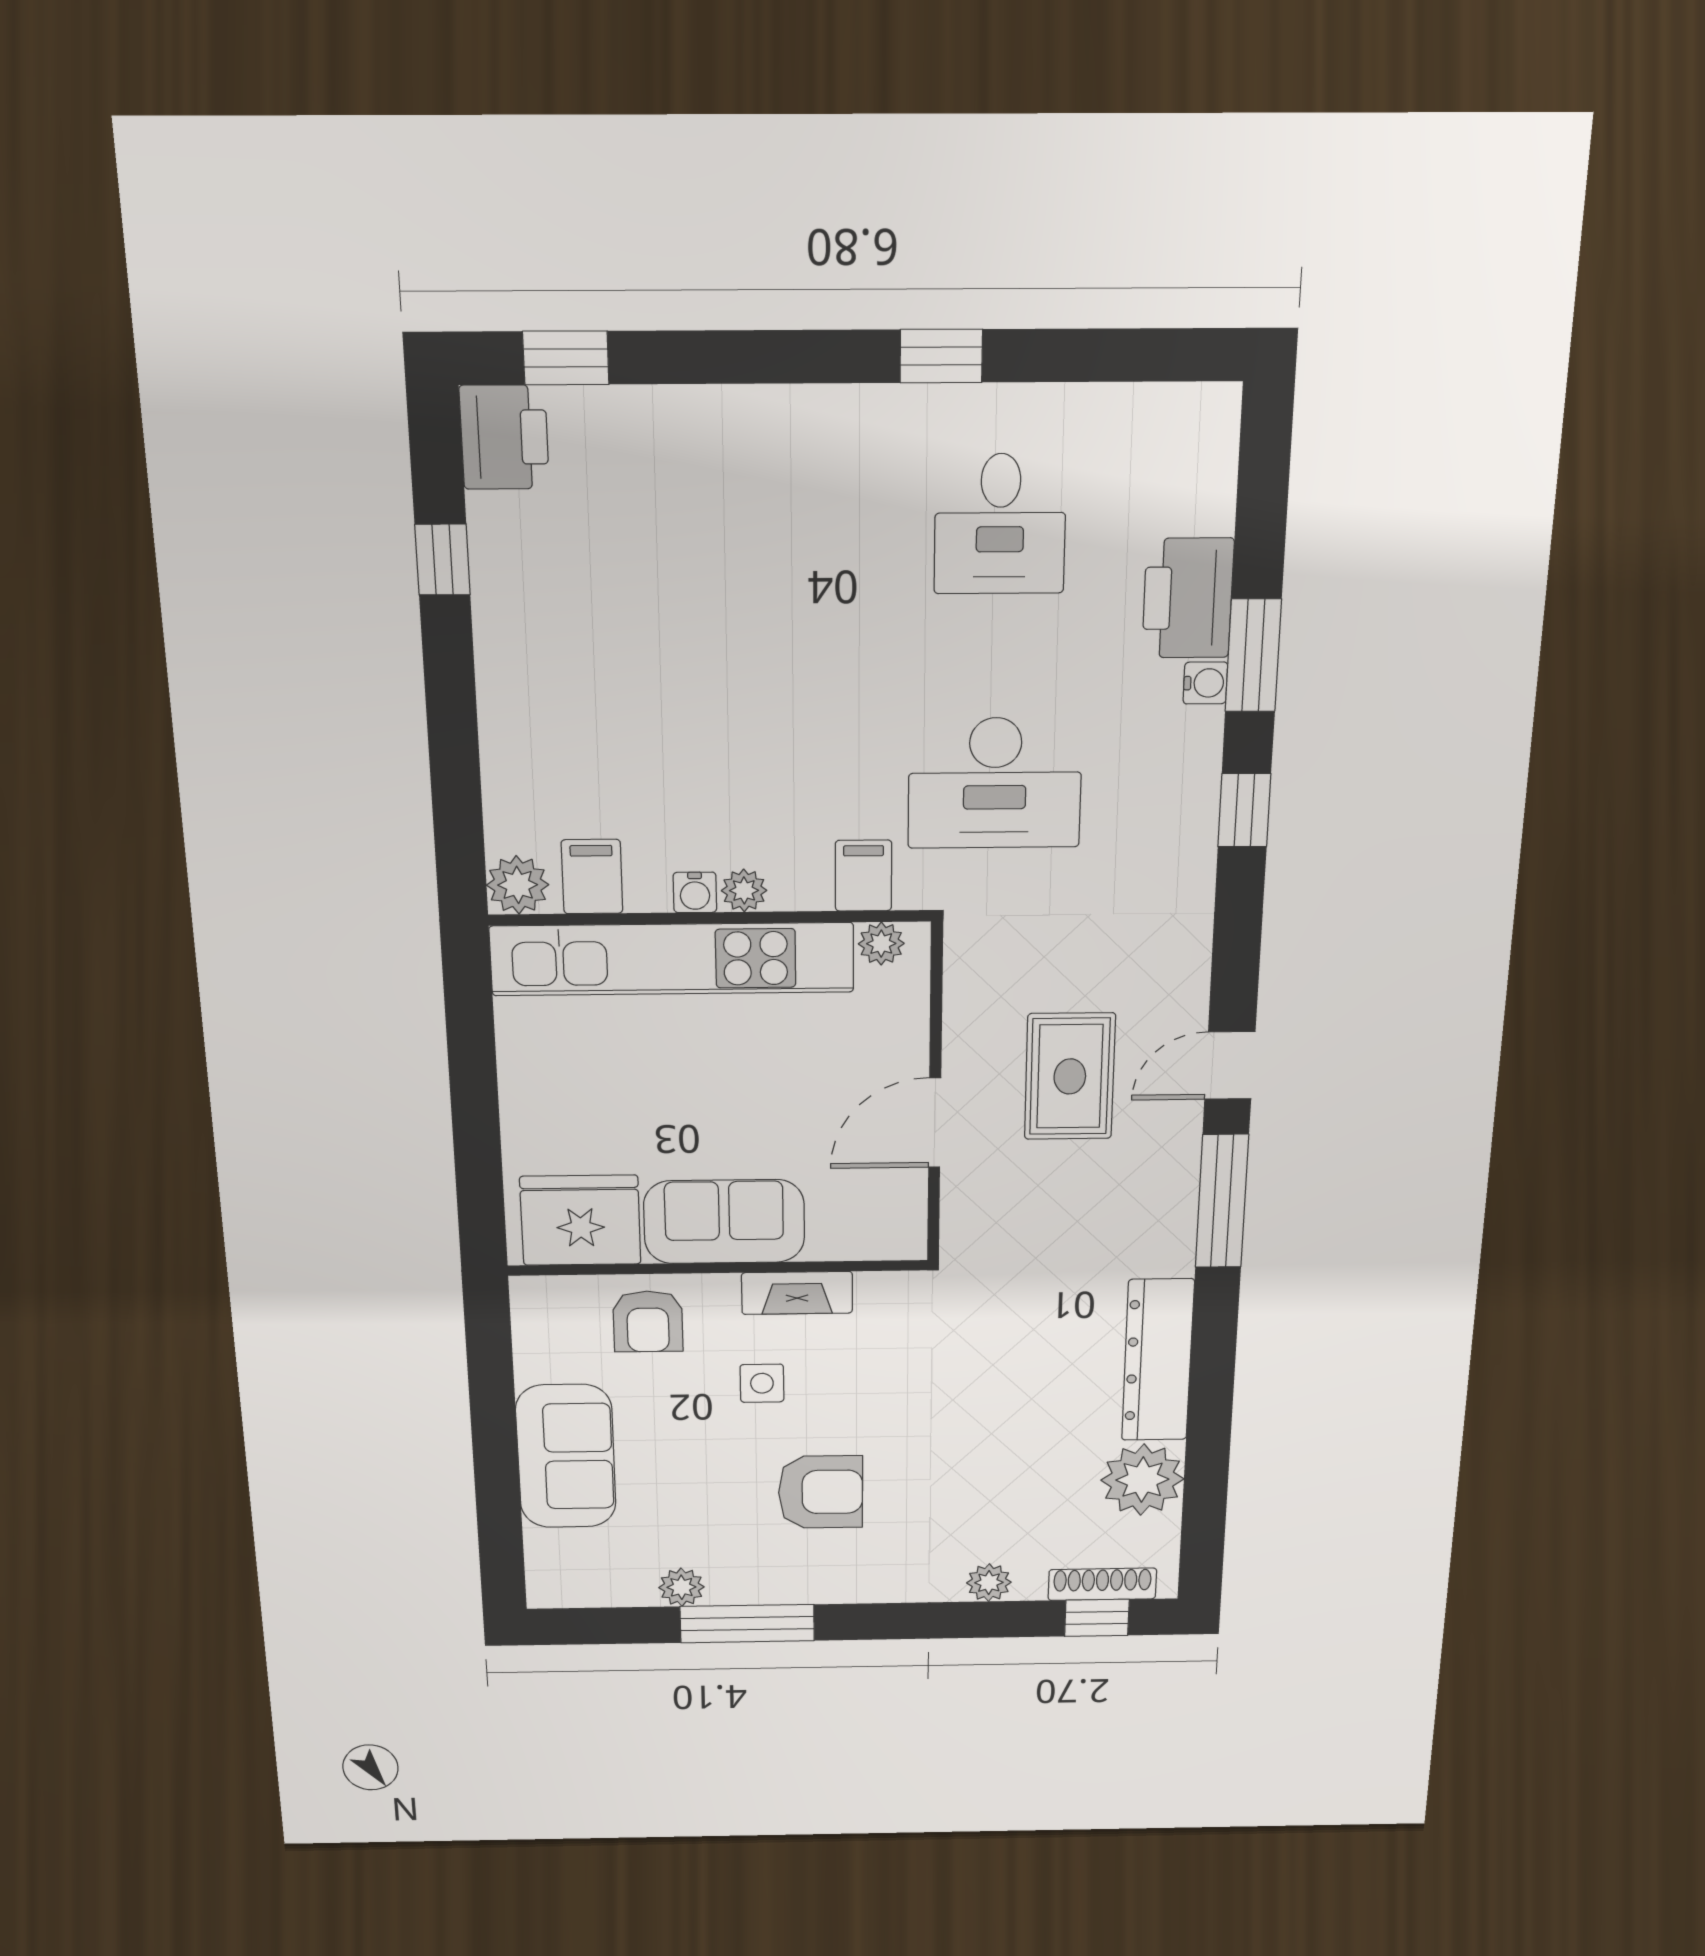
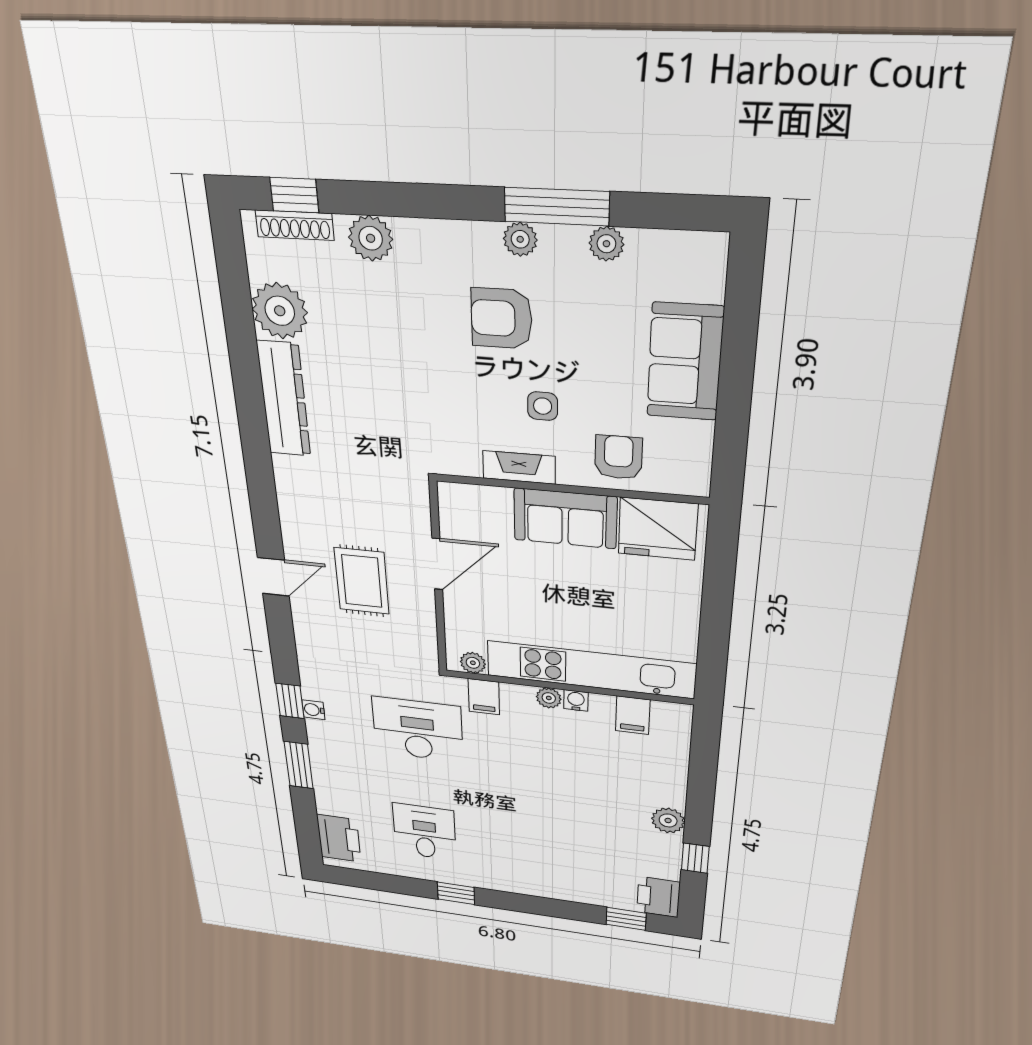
printer: (1188, 598) -> (339, 838), moved
water cooler: (1205, 683) -> (313, 710), moved
plant: (518, 885) -> (668, 820), moved
window: (1222, 1201) -> (263, 499), removed
plant: (989, 1583) -> (371, 238), width x1.38, depth x1.38
plant: (794, 1586) -> (520, 239), added

